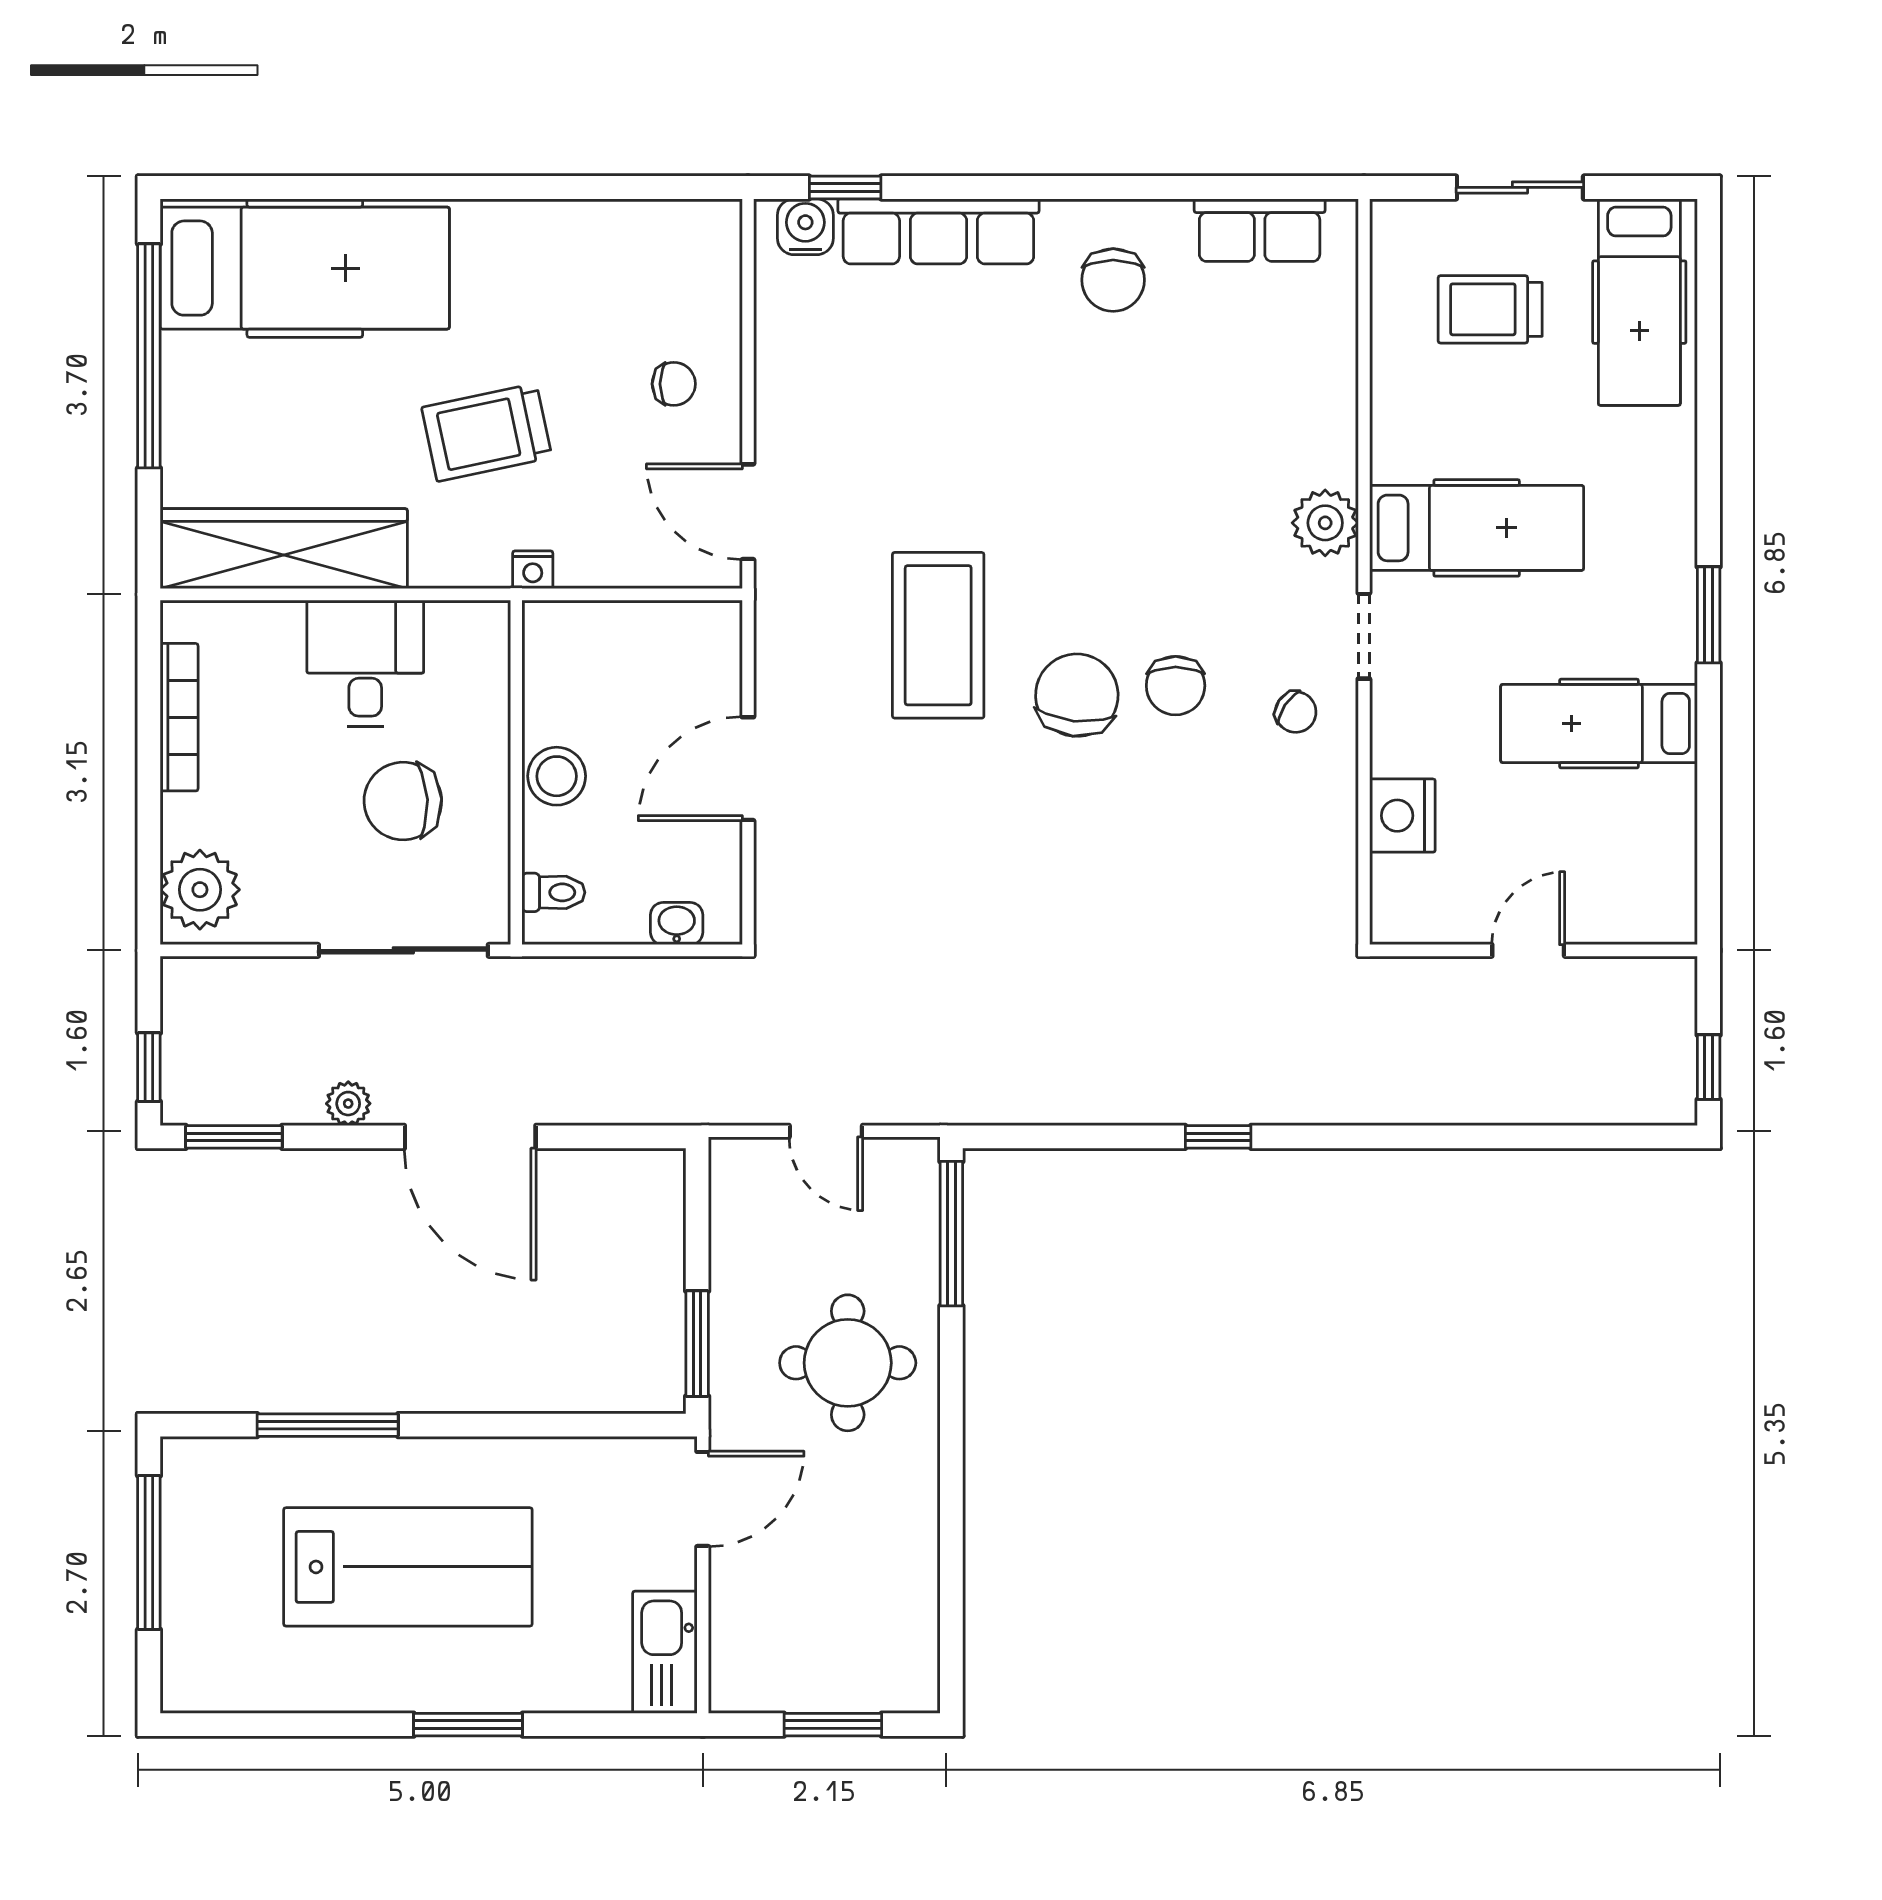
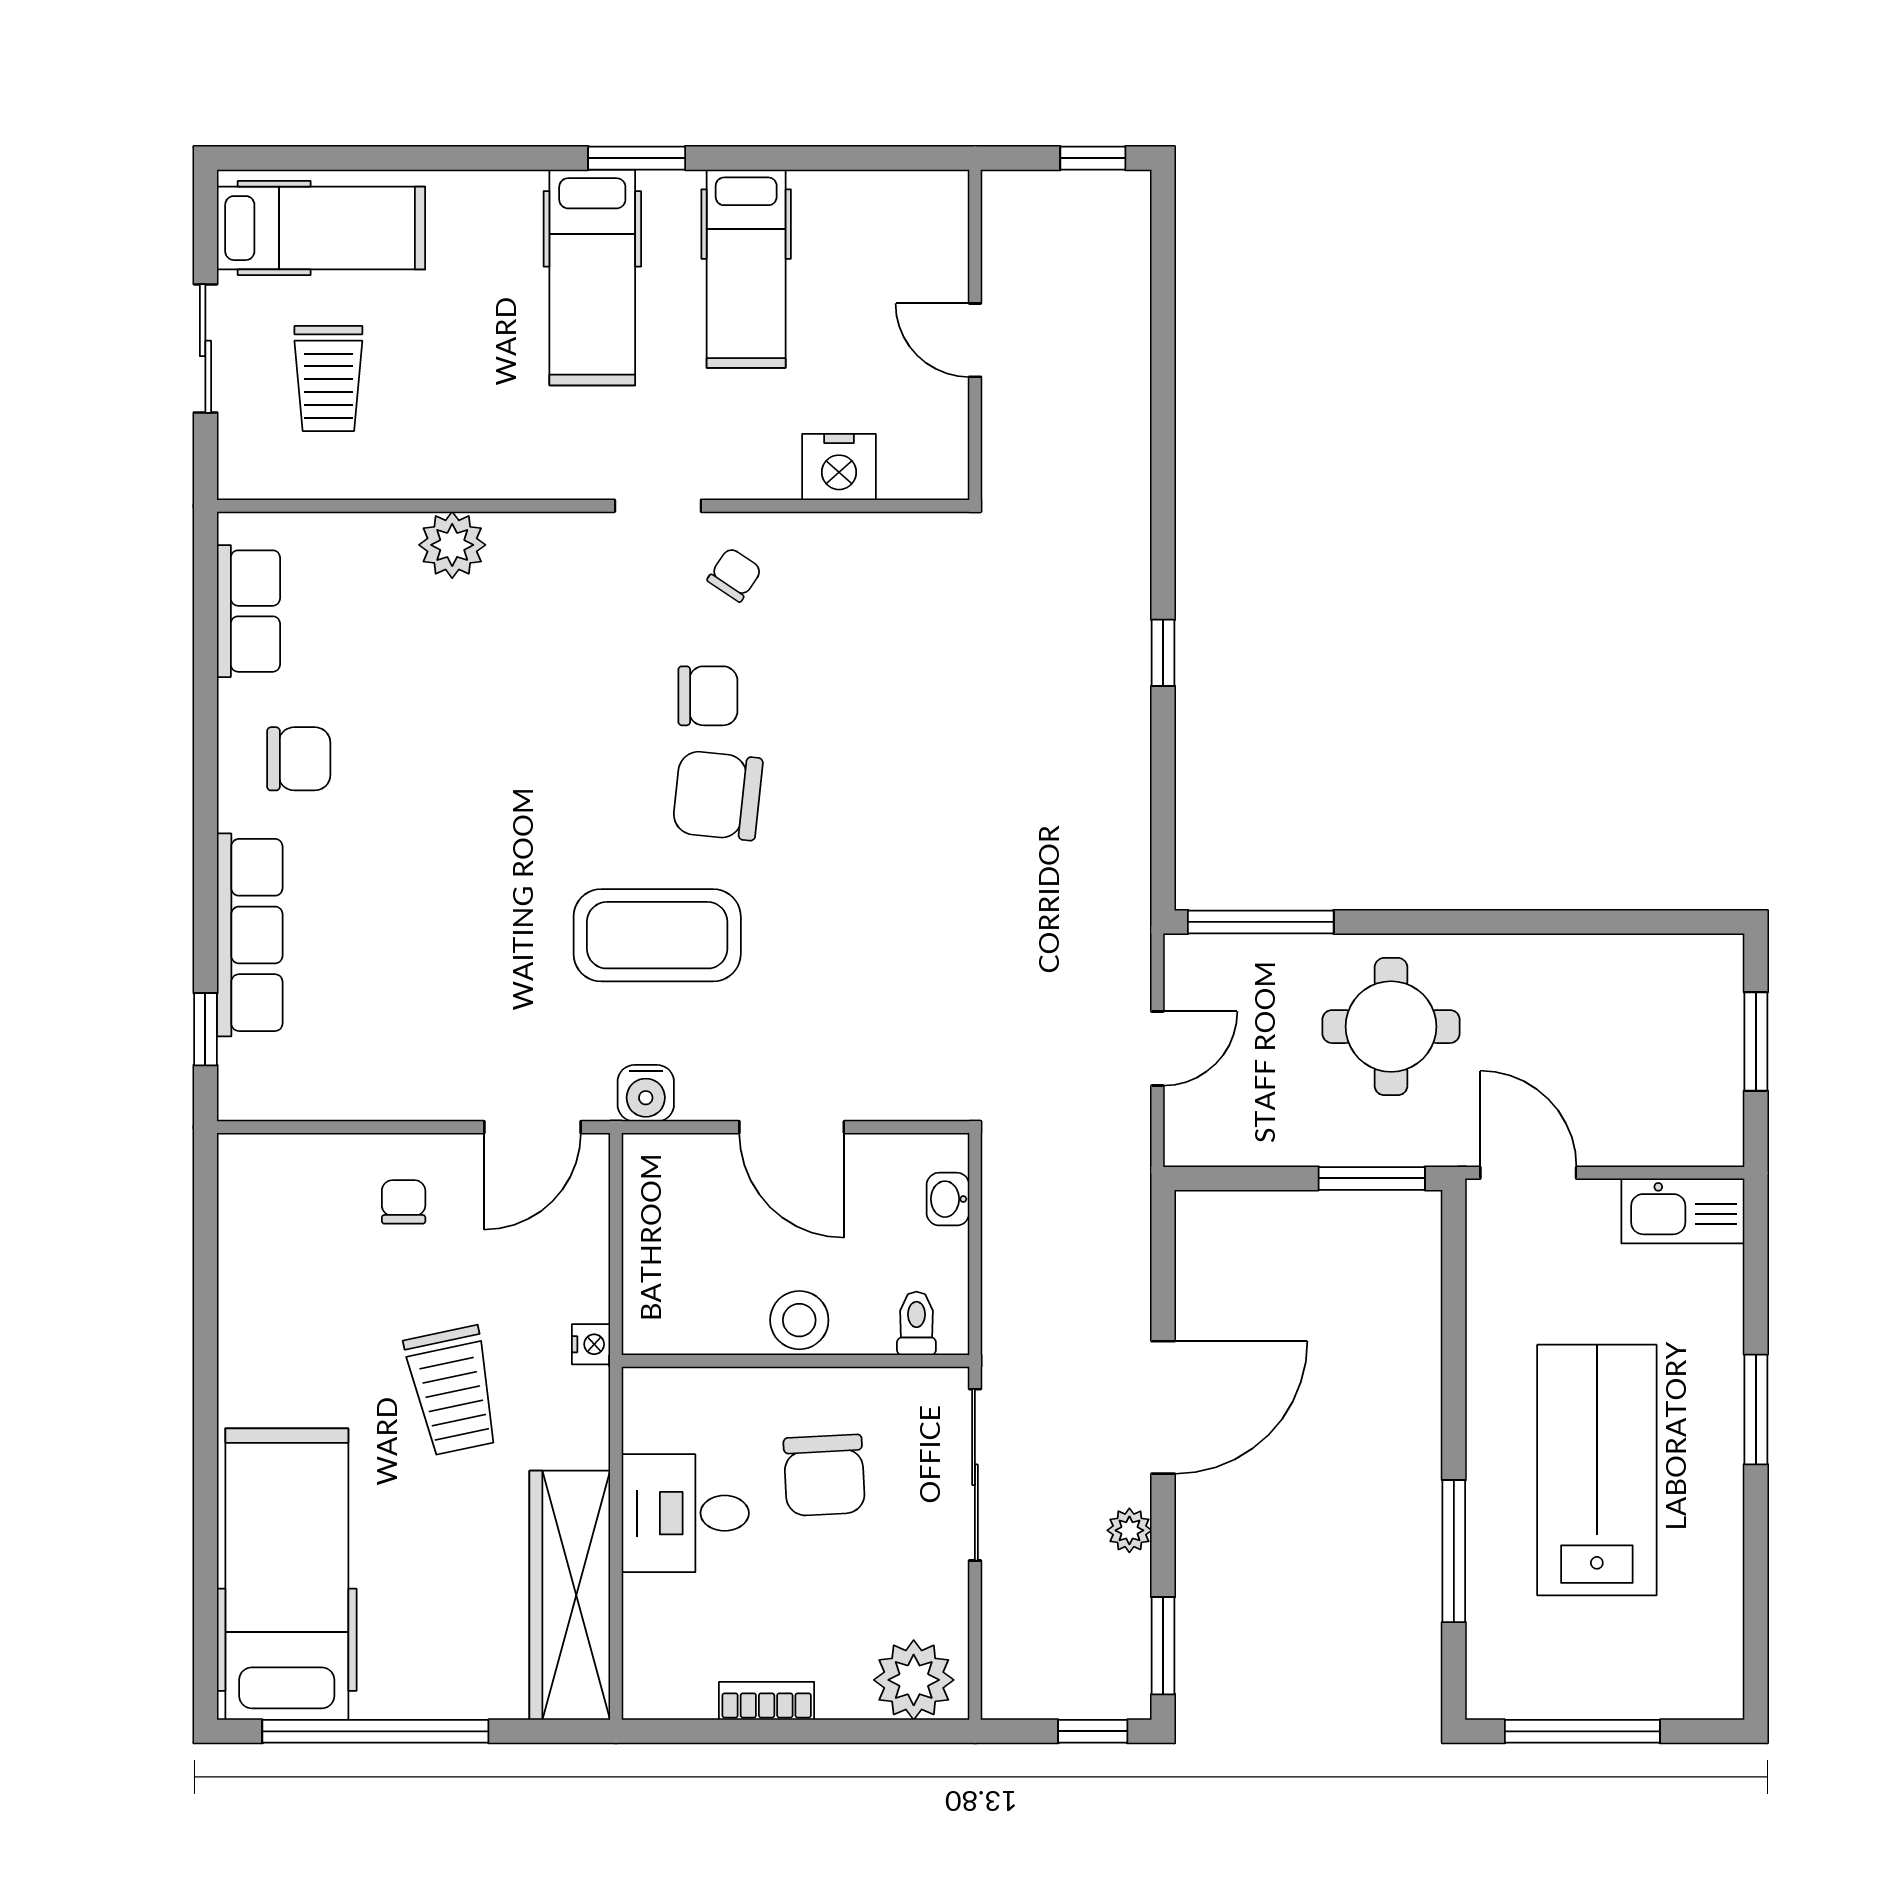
water cooler: (805, 227) -> (646, 1093), moved, turned -90
plant: (1325, 523) -> (452, 545), moved
hospital bed: (1477, 528) -> (592, 277), moved, turned 180
bookcase: (179, 717) -> (767, 1701), width x0.64

